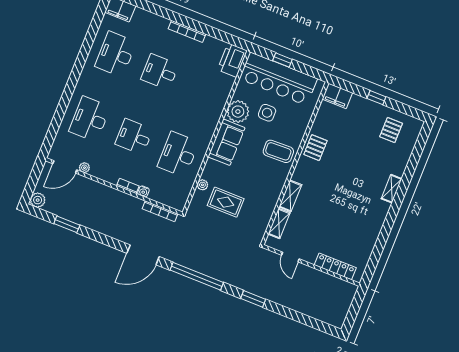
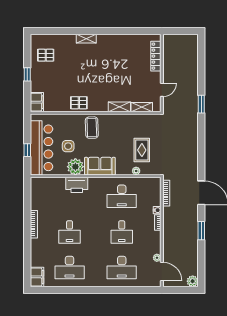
printer: (232, 60) -> (77, 185), moved
window: (67, 224) -> (201, 231), moved
window: (197, 276) -> (201, 150), removed

